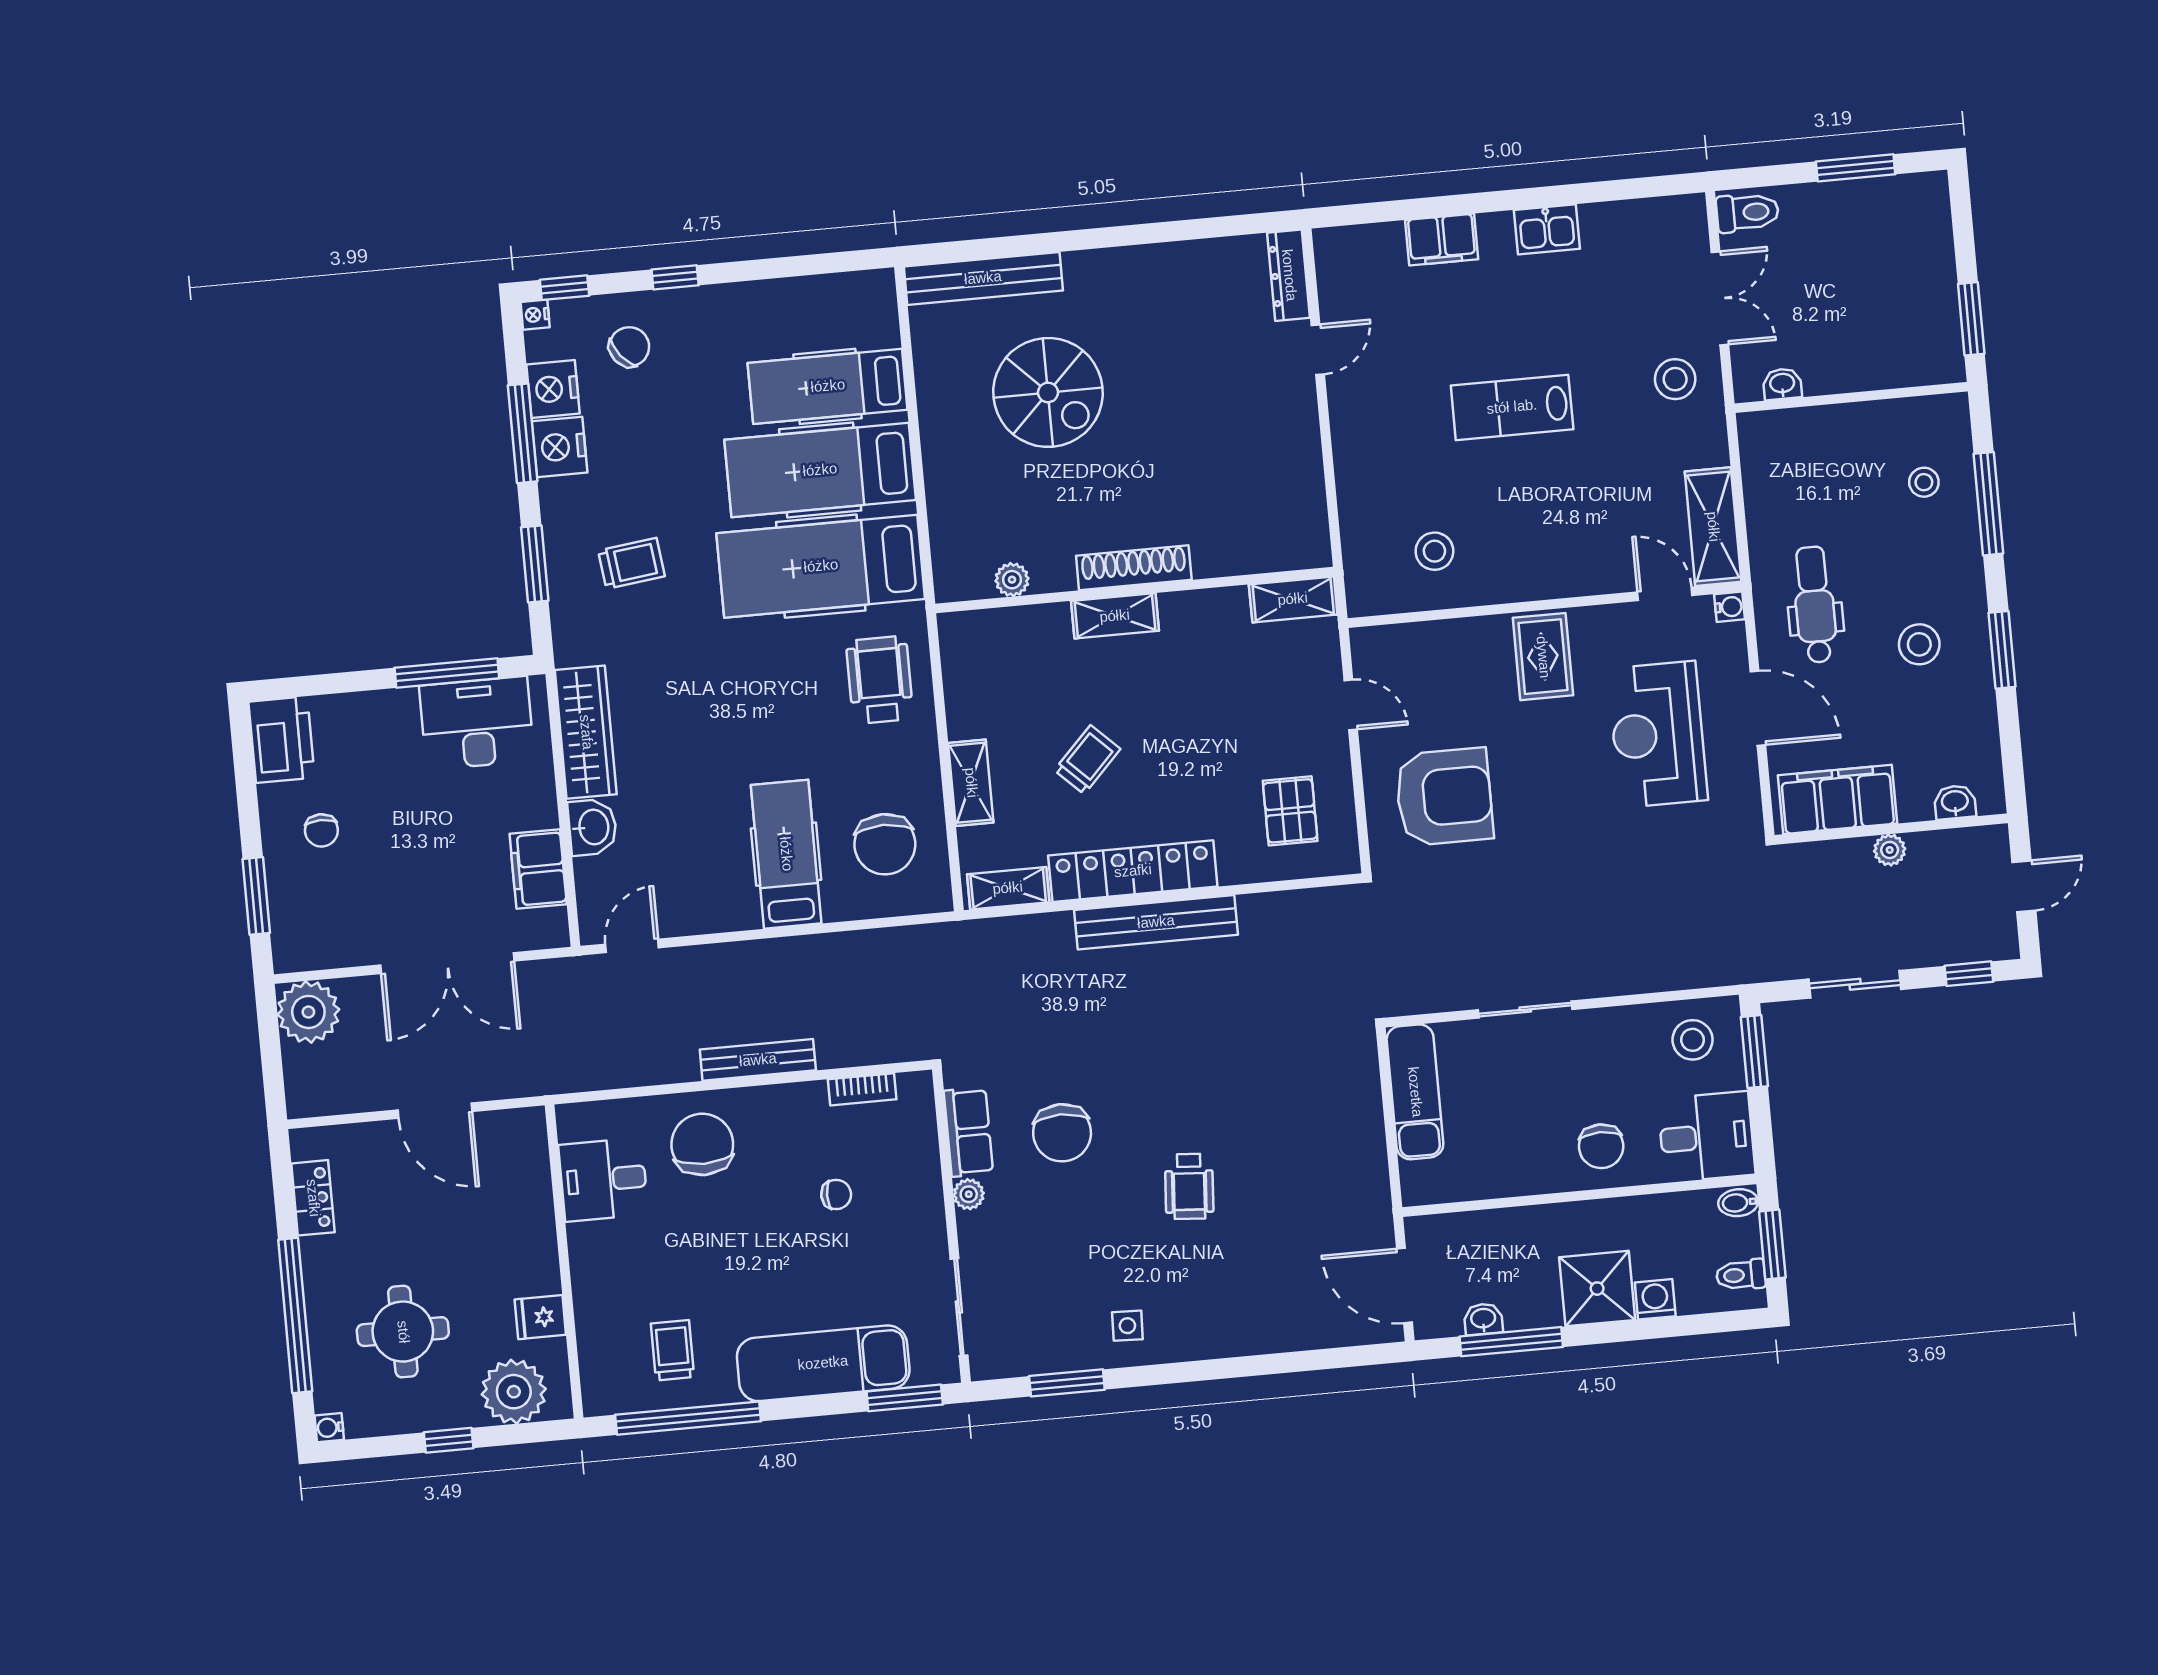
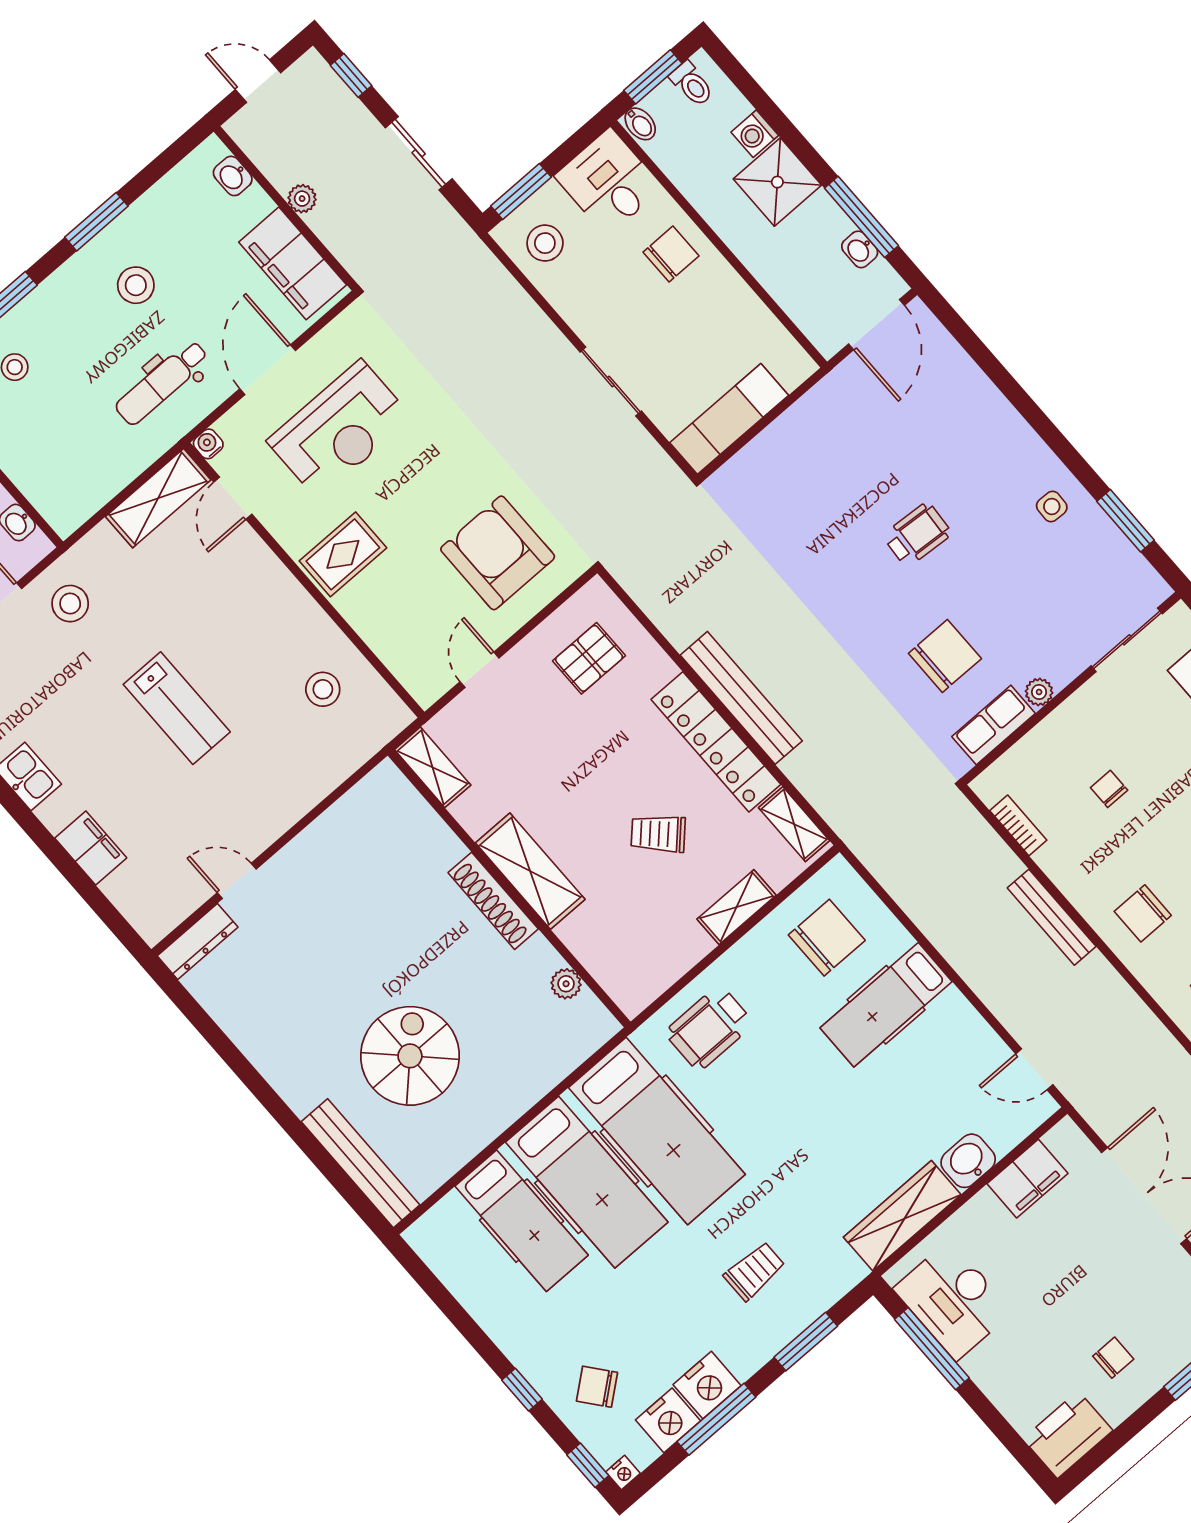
trolley: (631, 563) -> (754, 1271), turned 97
shelving: (1115, 616) -> (530, 871), width x1.50, depth x1.33
chair: (702, 1144) -> (1143, 913), width x0.73, depth x0.73

